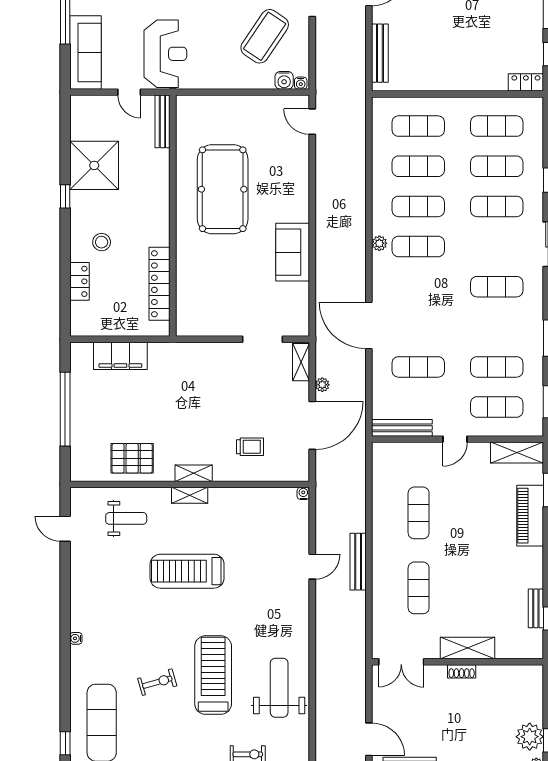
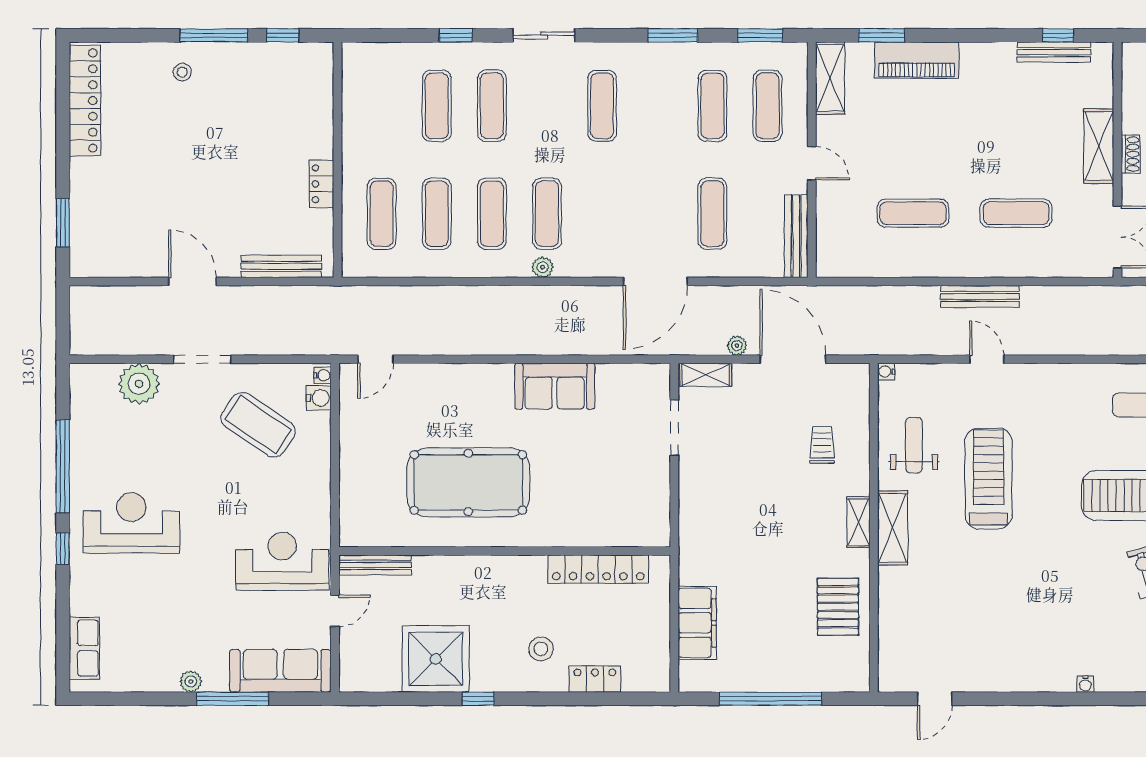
locker: (526, 82) -> (321, 184), moved
exercise mat: (497, 126) -> (382, 106), removed
shelving: (190, 495) -> (893, 528), width x1.50, depth x1.33
weight bench: (126, 518) -> (914, 445), moved
treadmill: (187, 571) -> (988, 478), moved, turned 180
bench: (536, 608) -> (1054, 52), width x1.36

